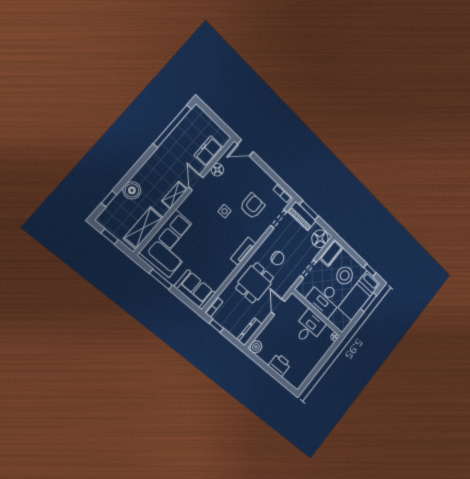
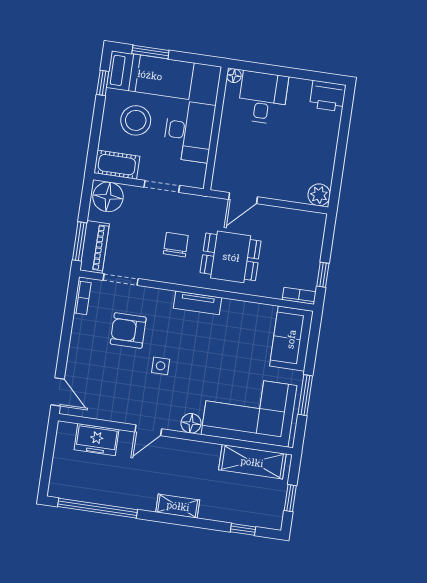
floor lamp: (217, 170) -> (191, 423), moved
boiler: (132, 190) -> (214, 507), removed
shelving: (175, 195) -> (178, 506), moved
desk: (309, 327) -> (263, 98), moved, turned 90
dresser: (250, 332) -> (303, 219), removed
printer: (280, 365) -> (328, 96), moved, turned -90

